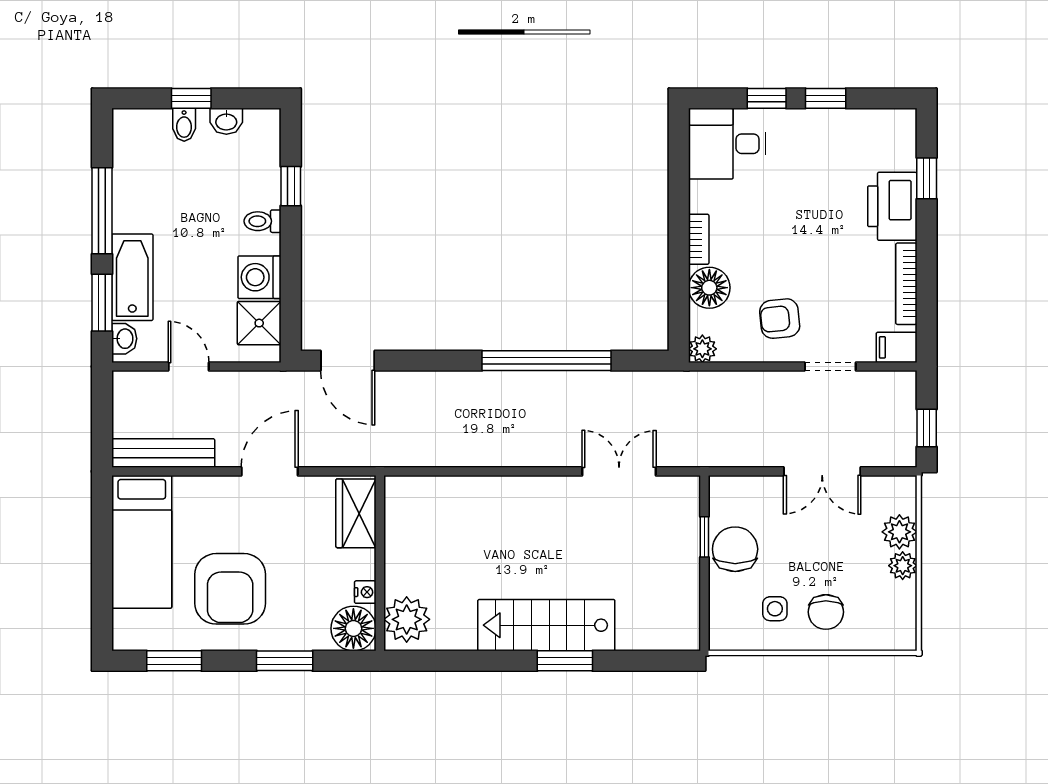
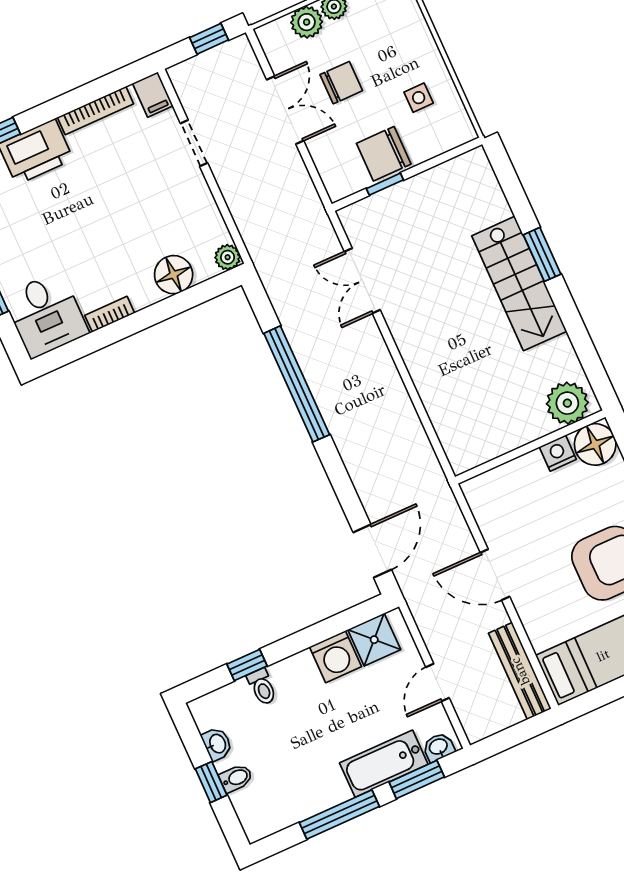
toilet: (263, 221) -> (262, 687), moved
bookcase: (699, 239) -> (110, 314), moved
armchair: (780, 319) -> (173, 204), removed
wardrobe: (356, 513) -> (497, 486), removed
nightstand: (365, 592) -> (558, 453), width x1.39, depth x1.35
chair: (826, 612) -> (341, 83), moved

